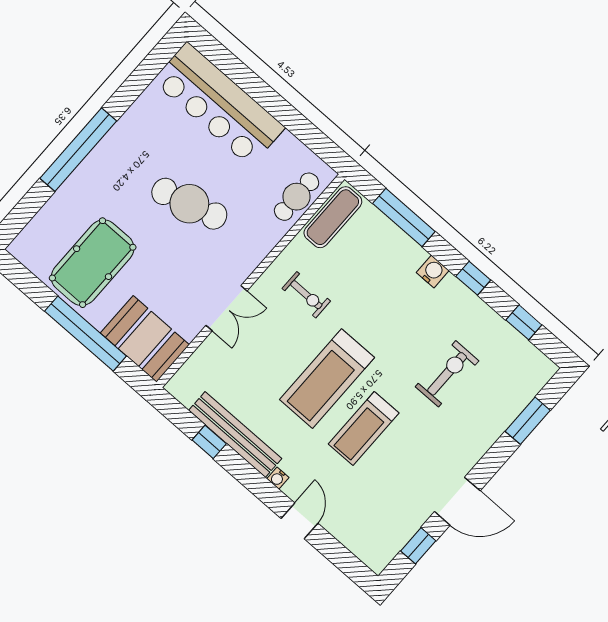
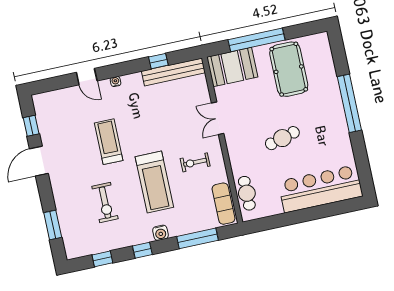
cafe table: (189, 204) -> (282, 138), width x0.73, depth x0.74
treadmill: (327, 379) -> (154, 182), moved, turned 180
bench: (235, 434) -> (173, 72), moved

